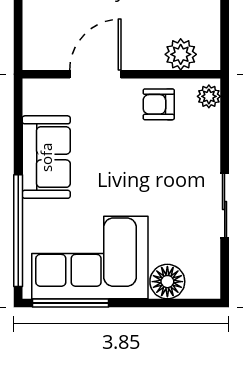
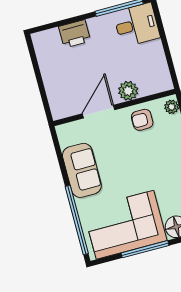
plant: (181, 54) -> (128, 91), moved
window: (70, 303) -> (145, 249), moved

